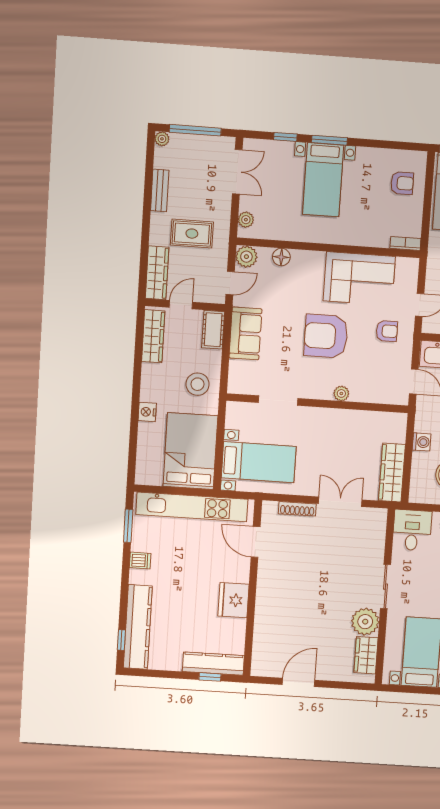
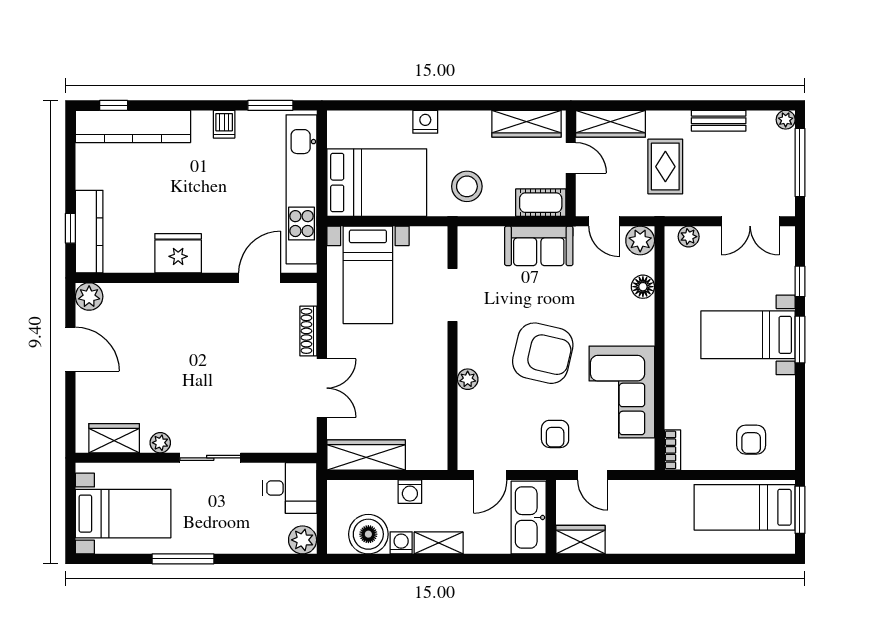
armchair: (326, 336) -> (543, 353), turned 103
plant: (365, 622) -> (160, 443), width x0.53, depth x0.53
plant: (261, 667) -> (89, 297), added

